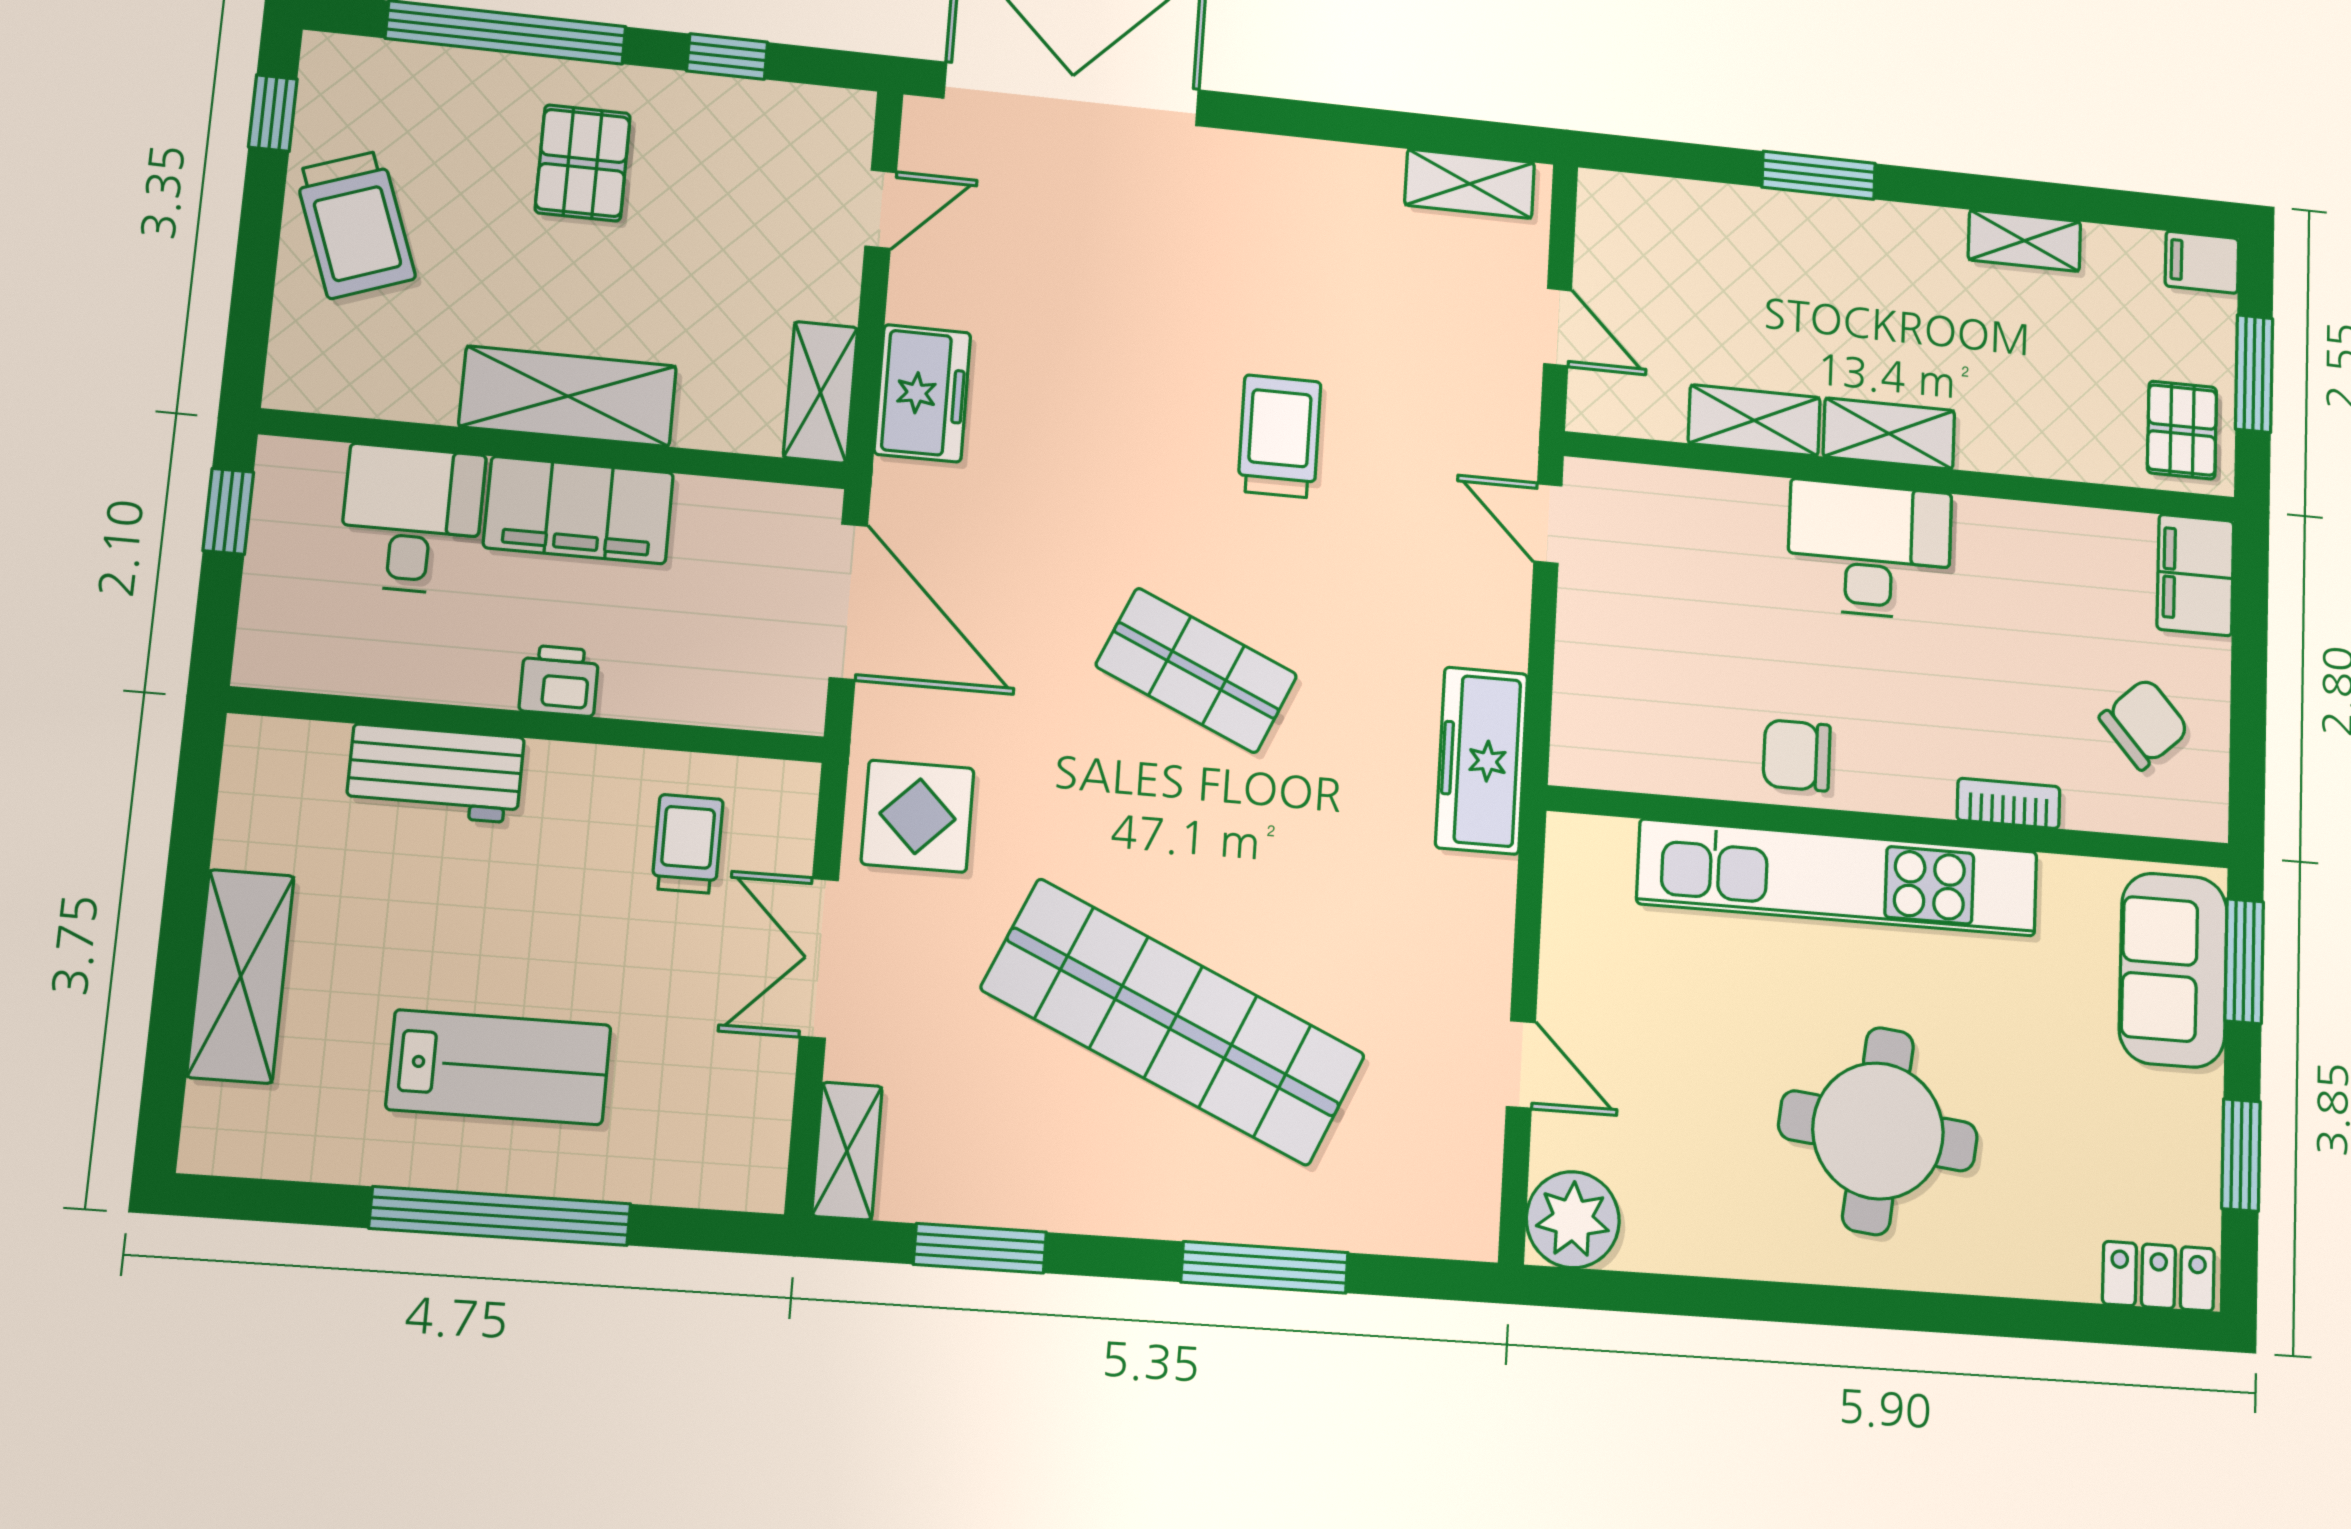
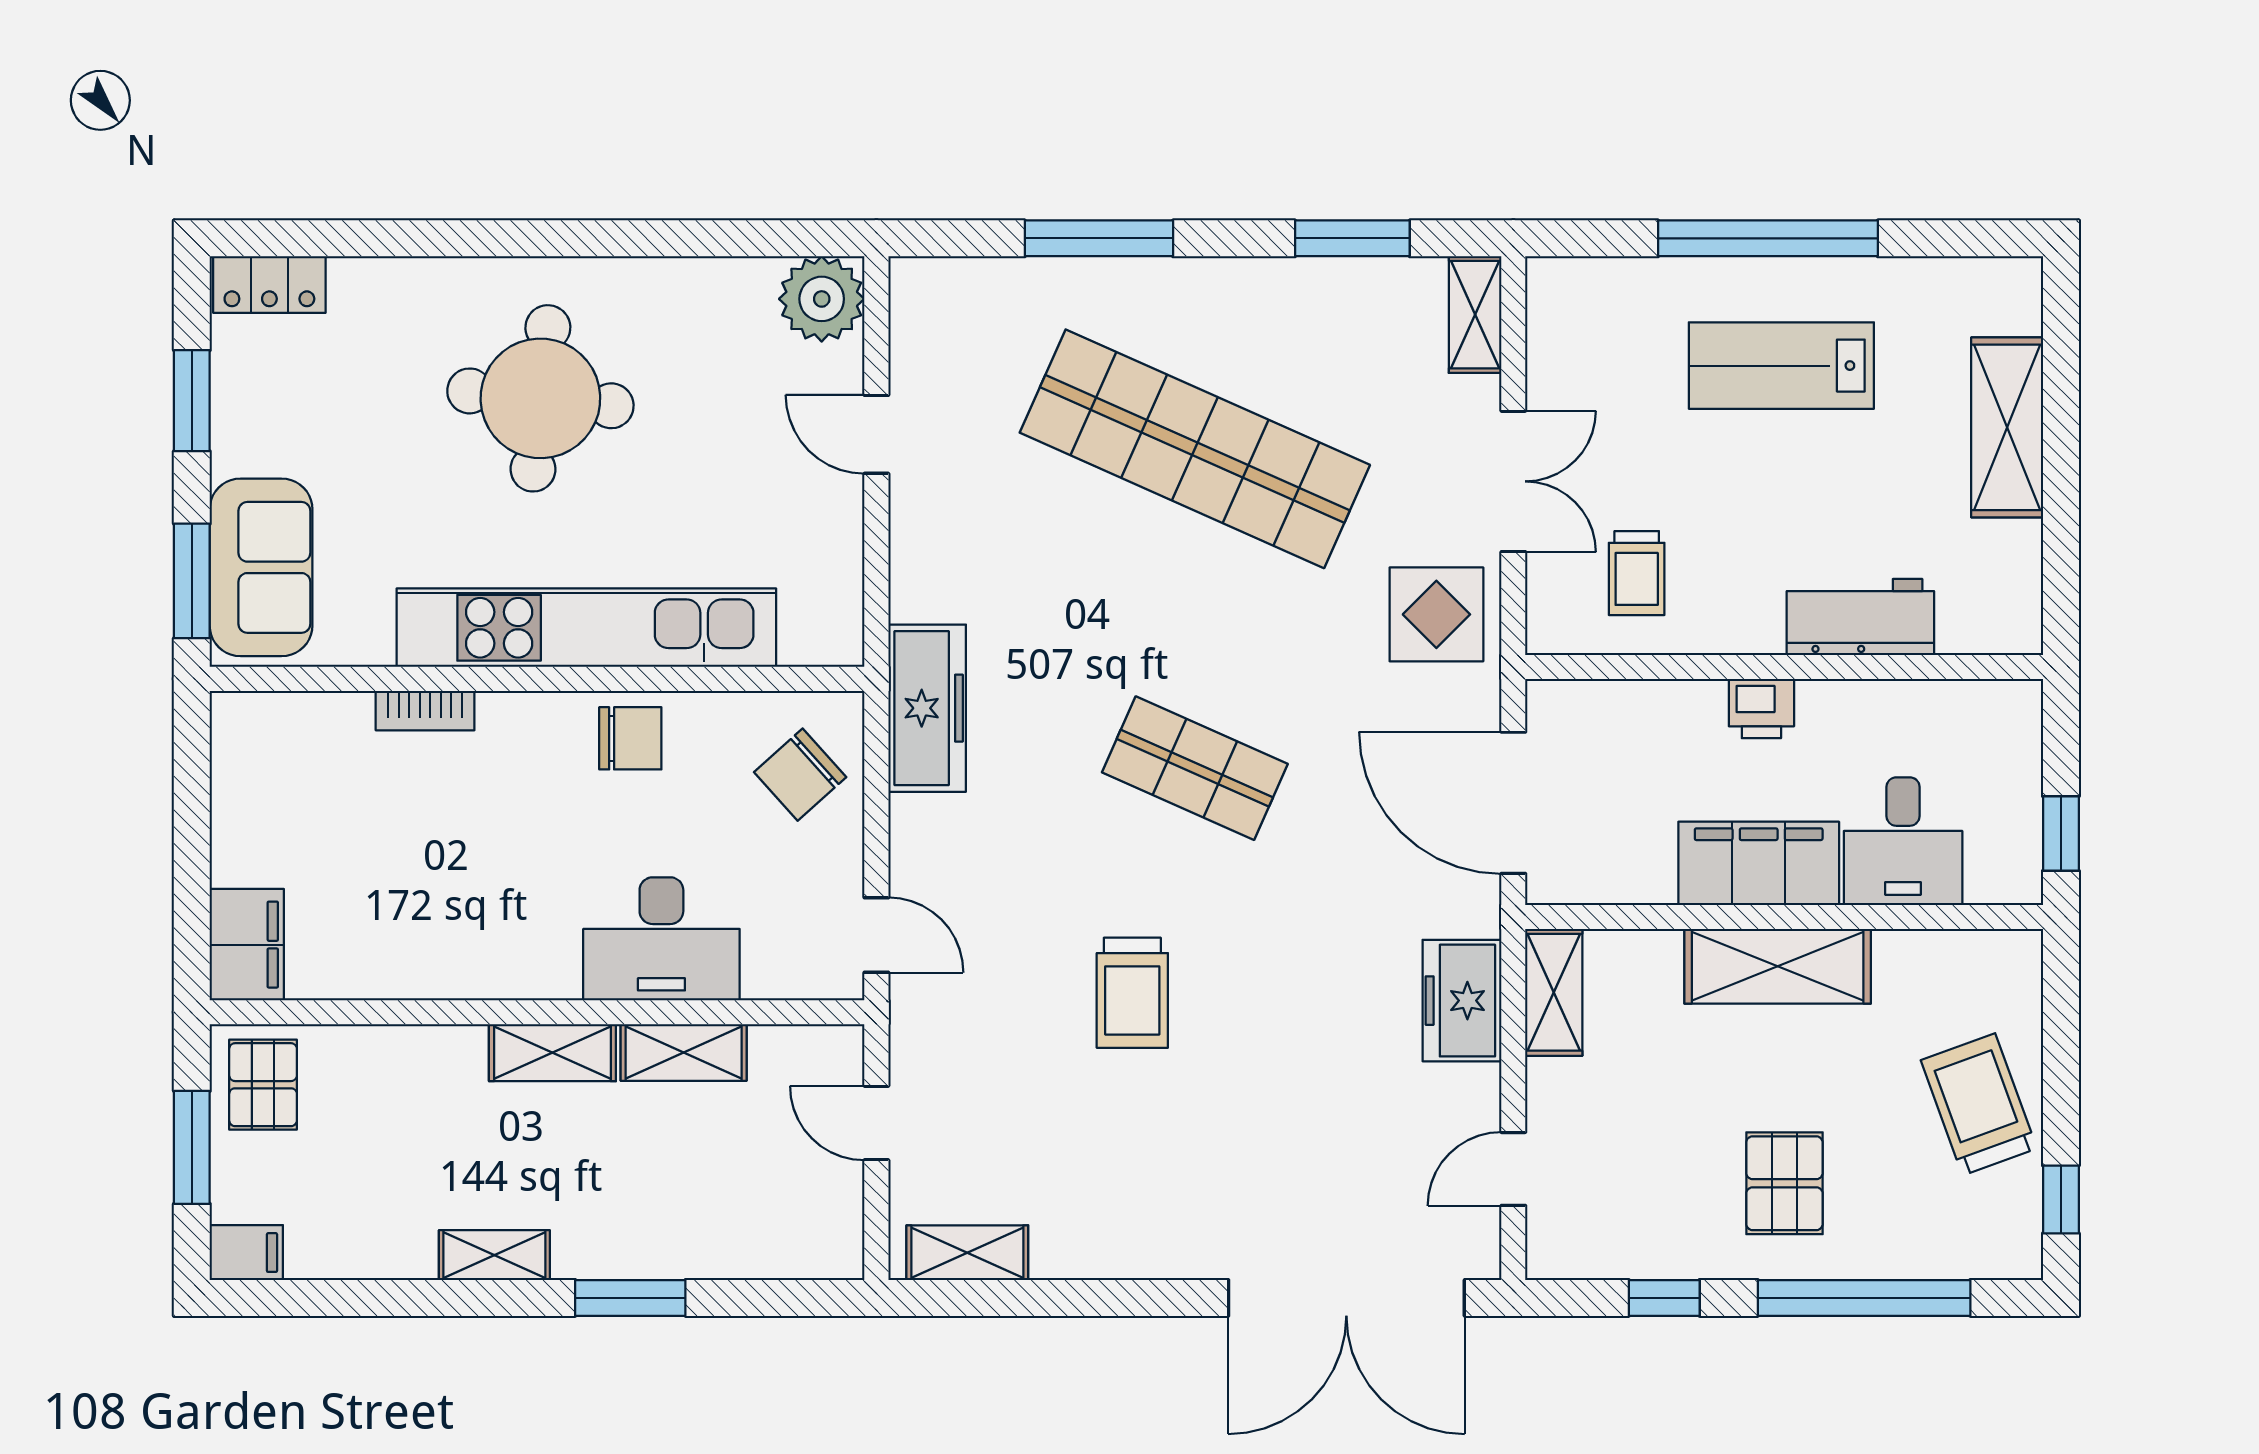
shelving: (2024, 241) -> (494, 1255), moved
desk: (1869, 550) -> (661, 939), moved
chair: (2144, 724) -> (800, 775), moved

